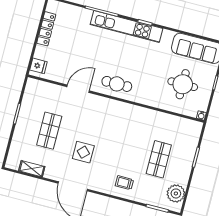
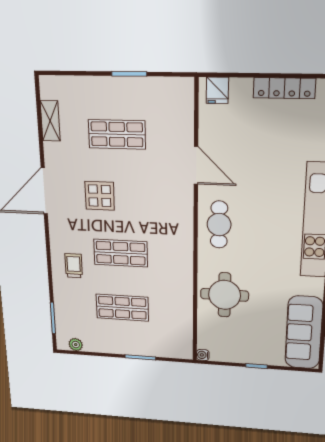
round table: (183, 84) -> (225, 295), moved
shop shelf: (122, 150) -> (121, 253), added
plant: (176, 193) -> (76, 345), width x0.53, depth x0.53

